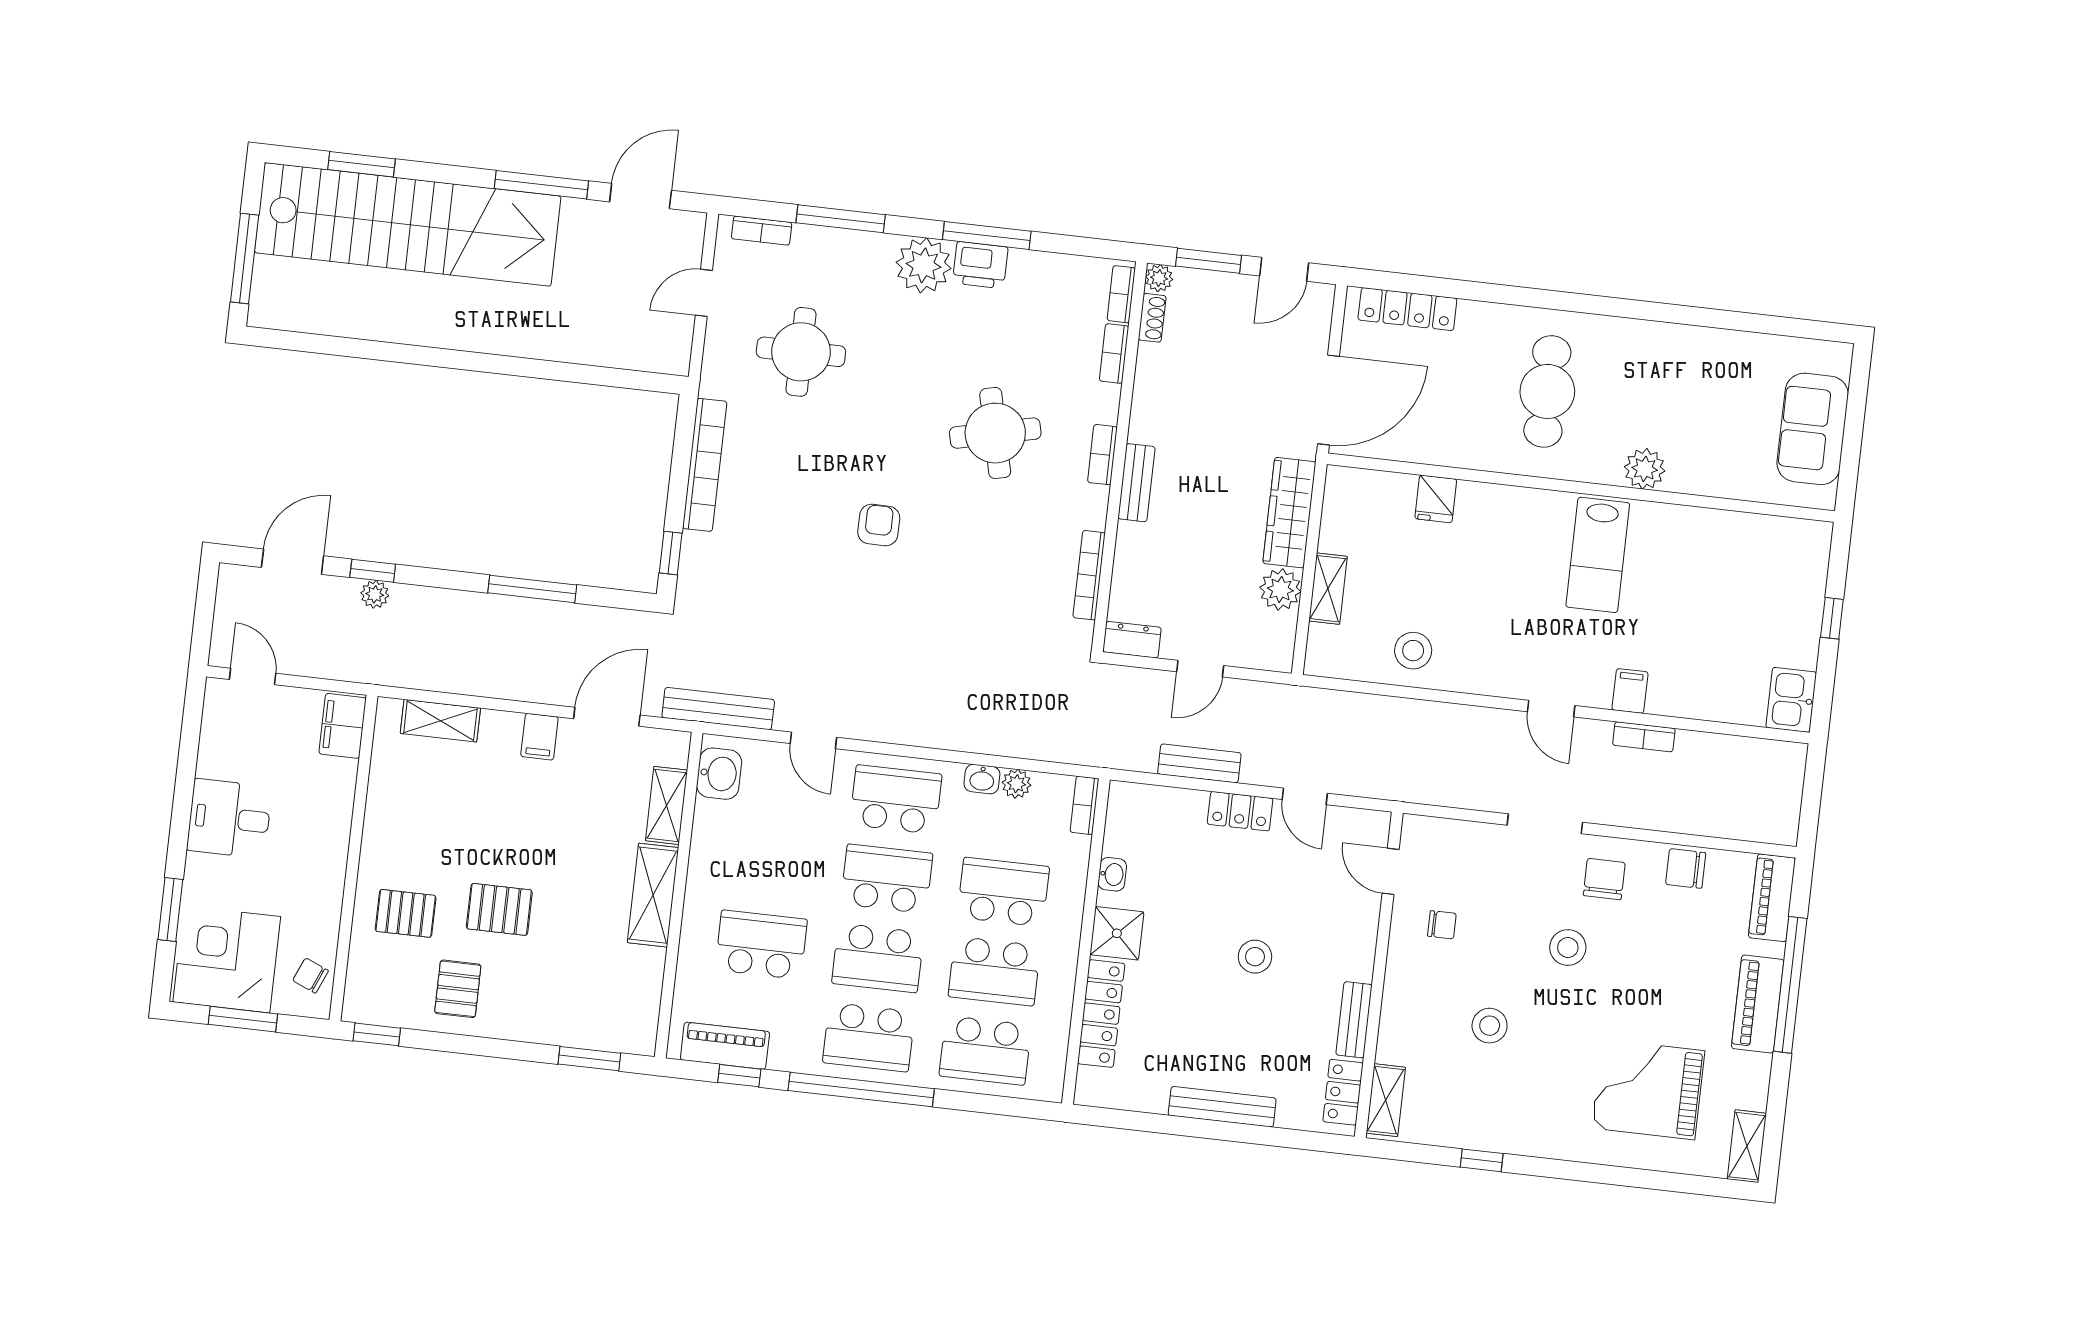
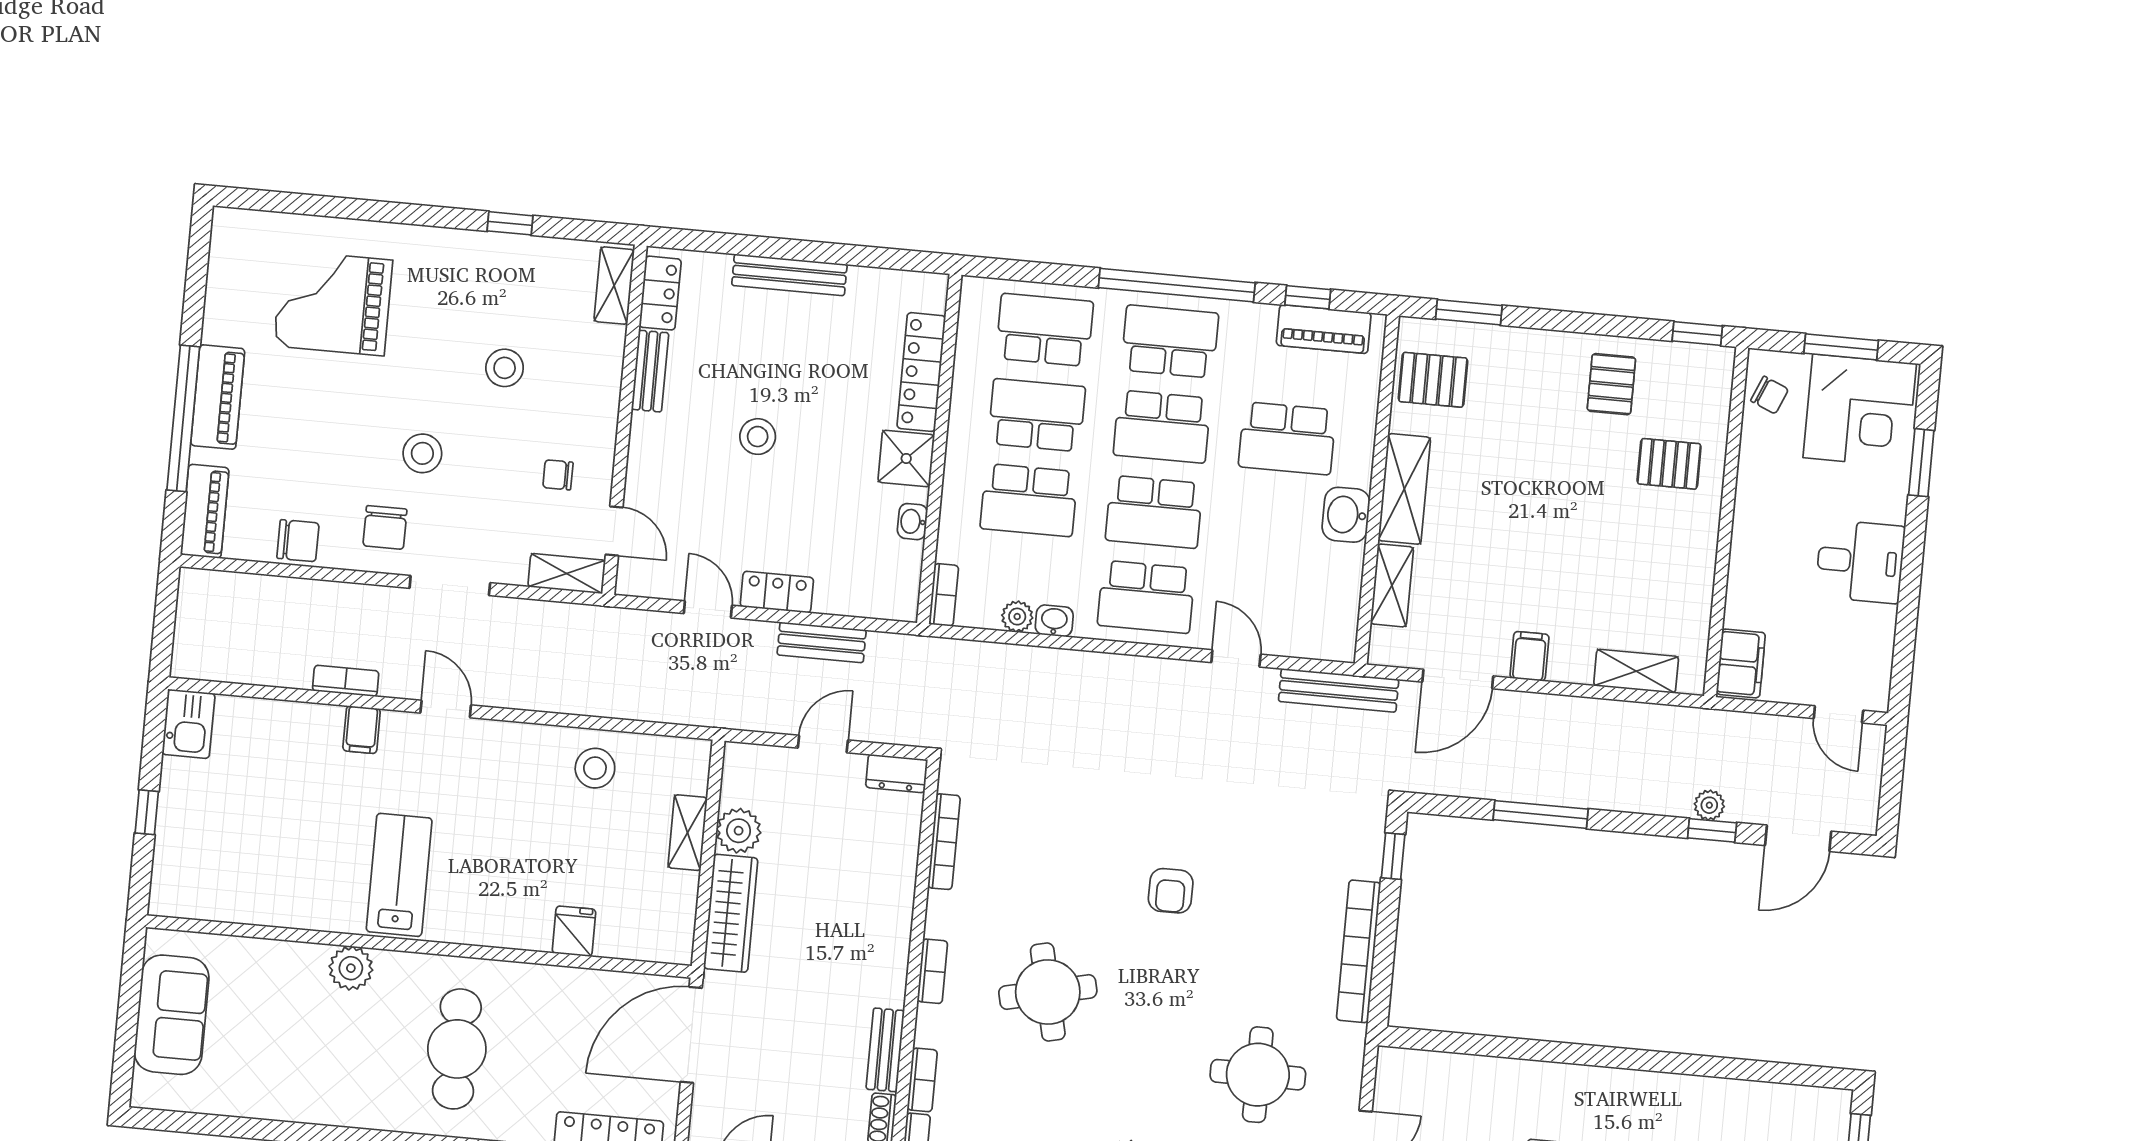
bench: (1136, 483) -> (885, 1050), moved
washbasin: (719, 774) -> (1346, 515), moved
pallet: (499, 909) -> (1433, 380), moved
school desk: (878, 958) -> (1162, 427), turned 180
grand piano: (1648, 1089) -> (333, 303), turned 180
shelving: (1747, 1146) -> (567, 574), moved, turned 90

